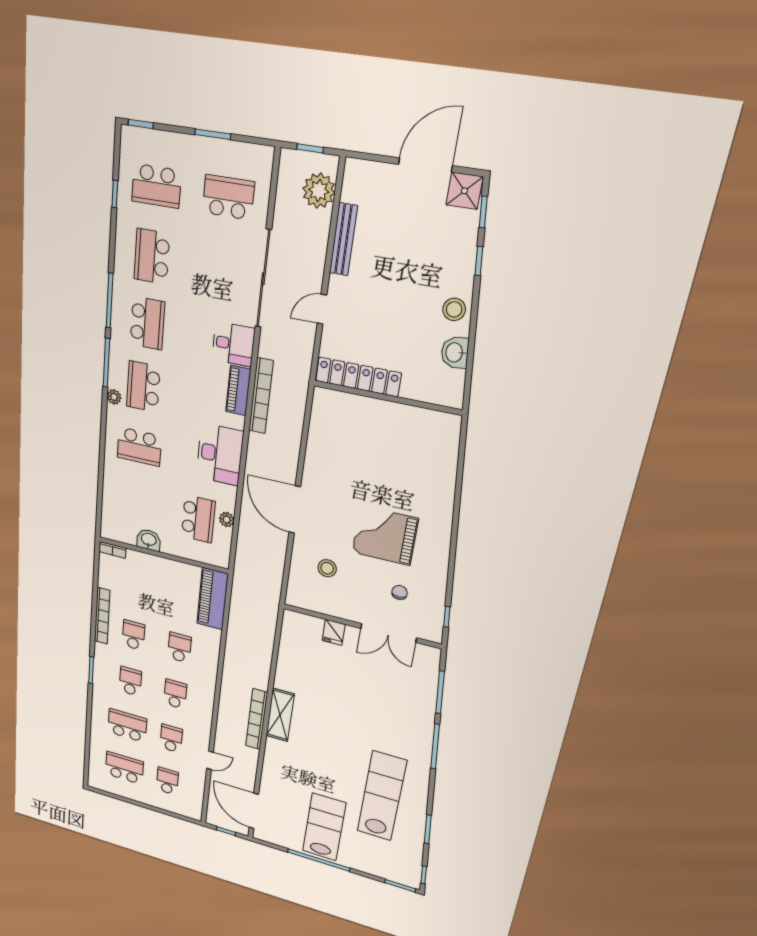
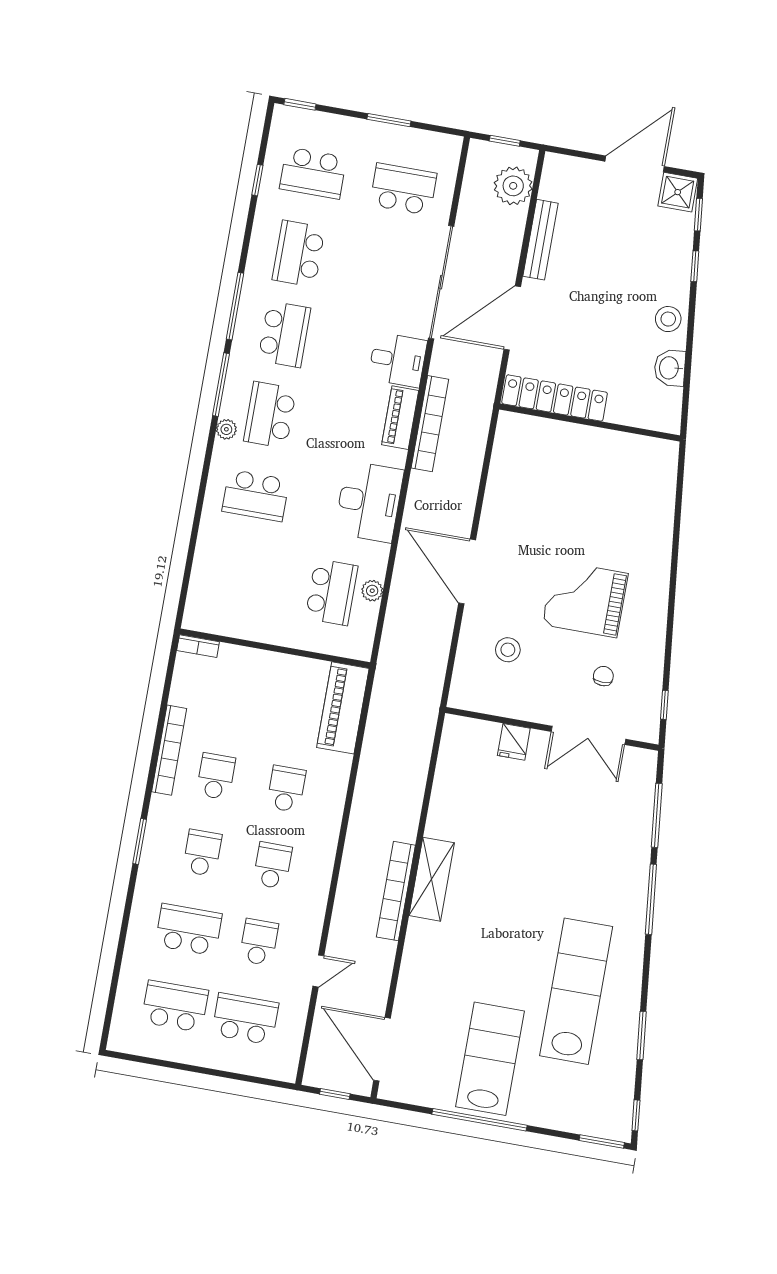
door: (322, 309) -> (512, 318), width x1.88
washbasin: (149, 540) -> (255, 627), removed
school desk: (167, 781) -> (245, 1019), width x1.85

